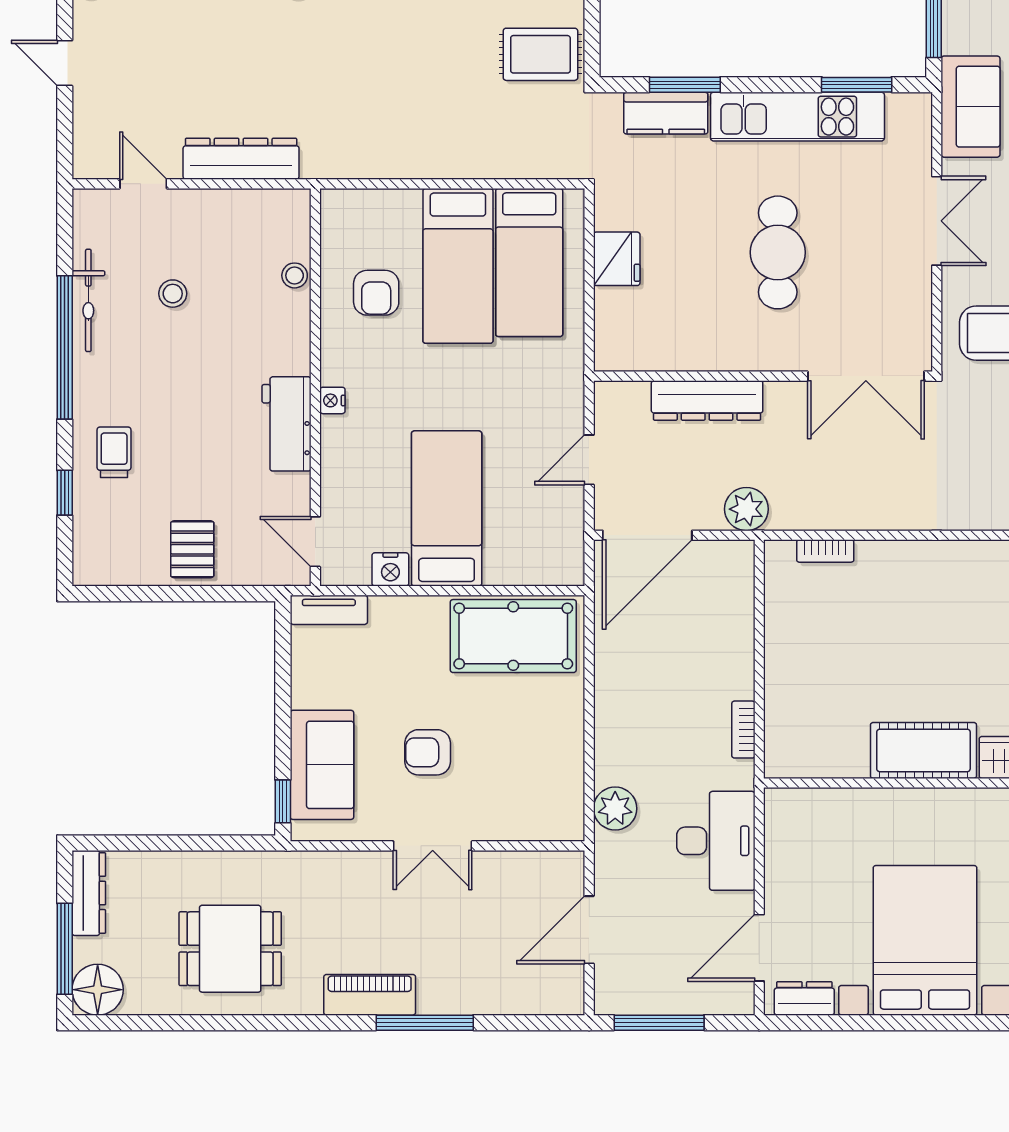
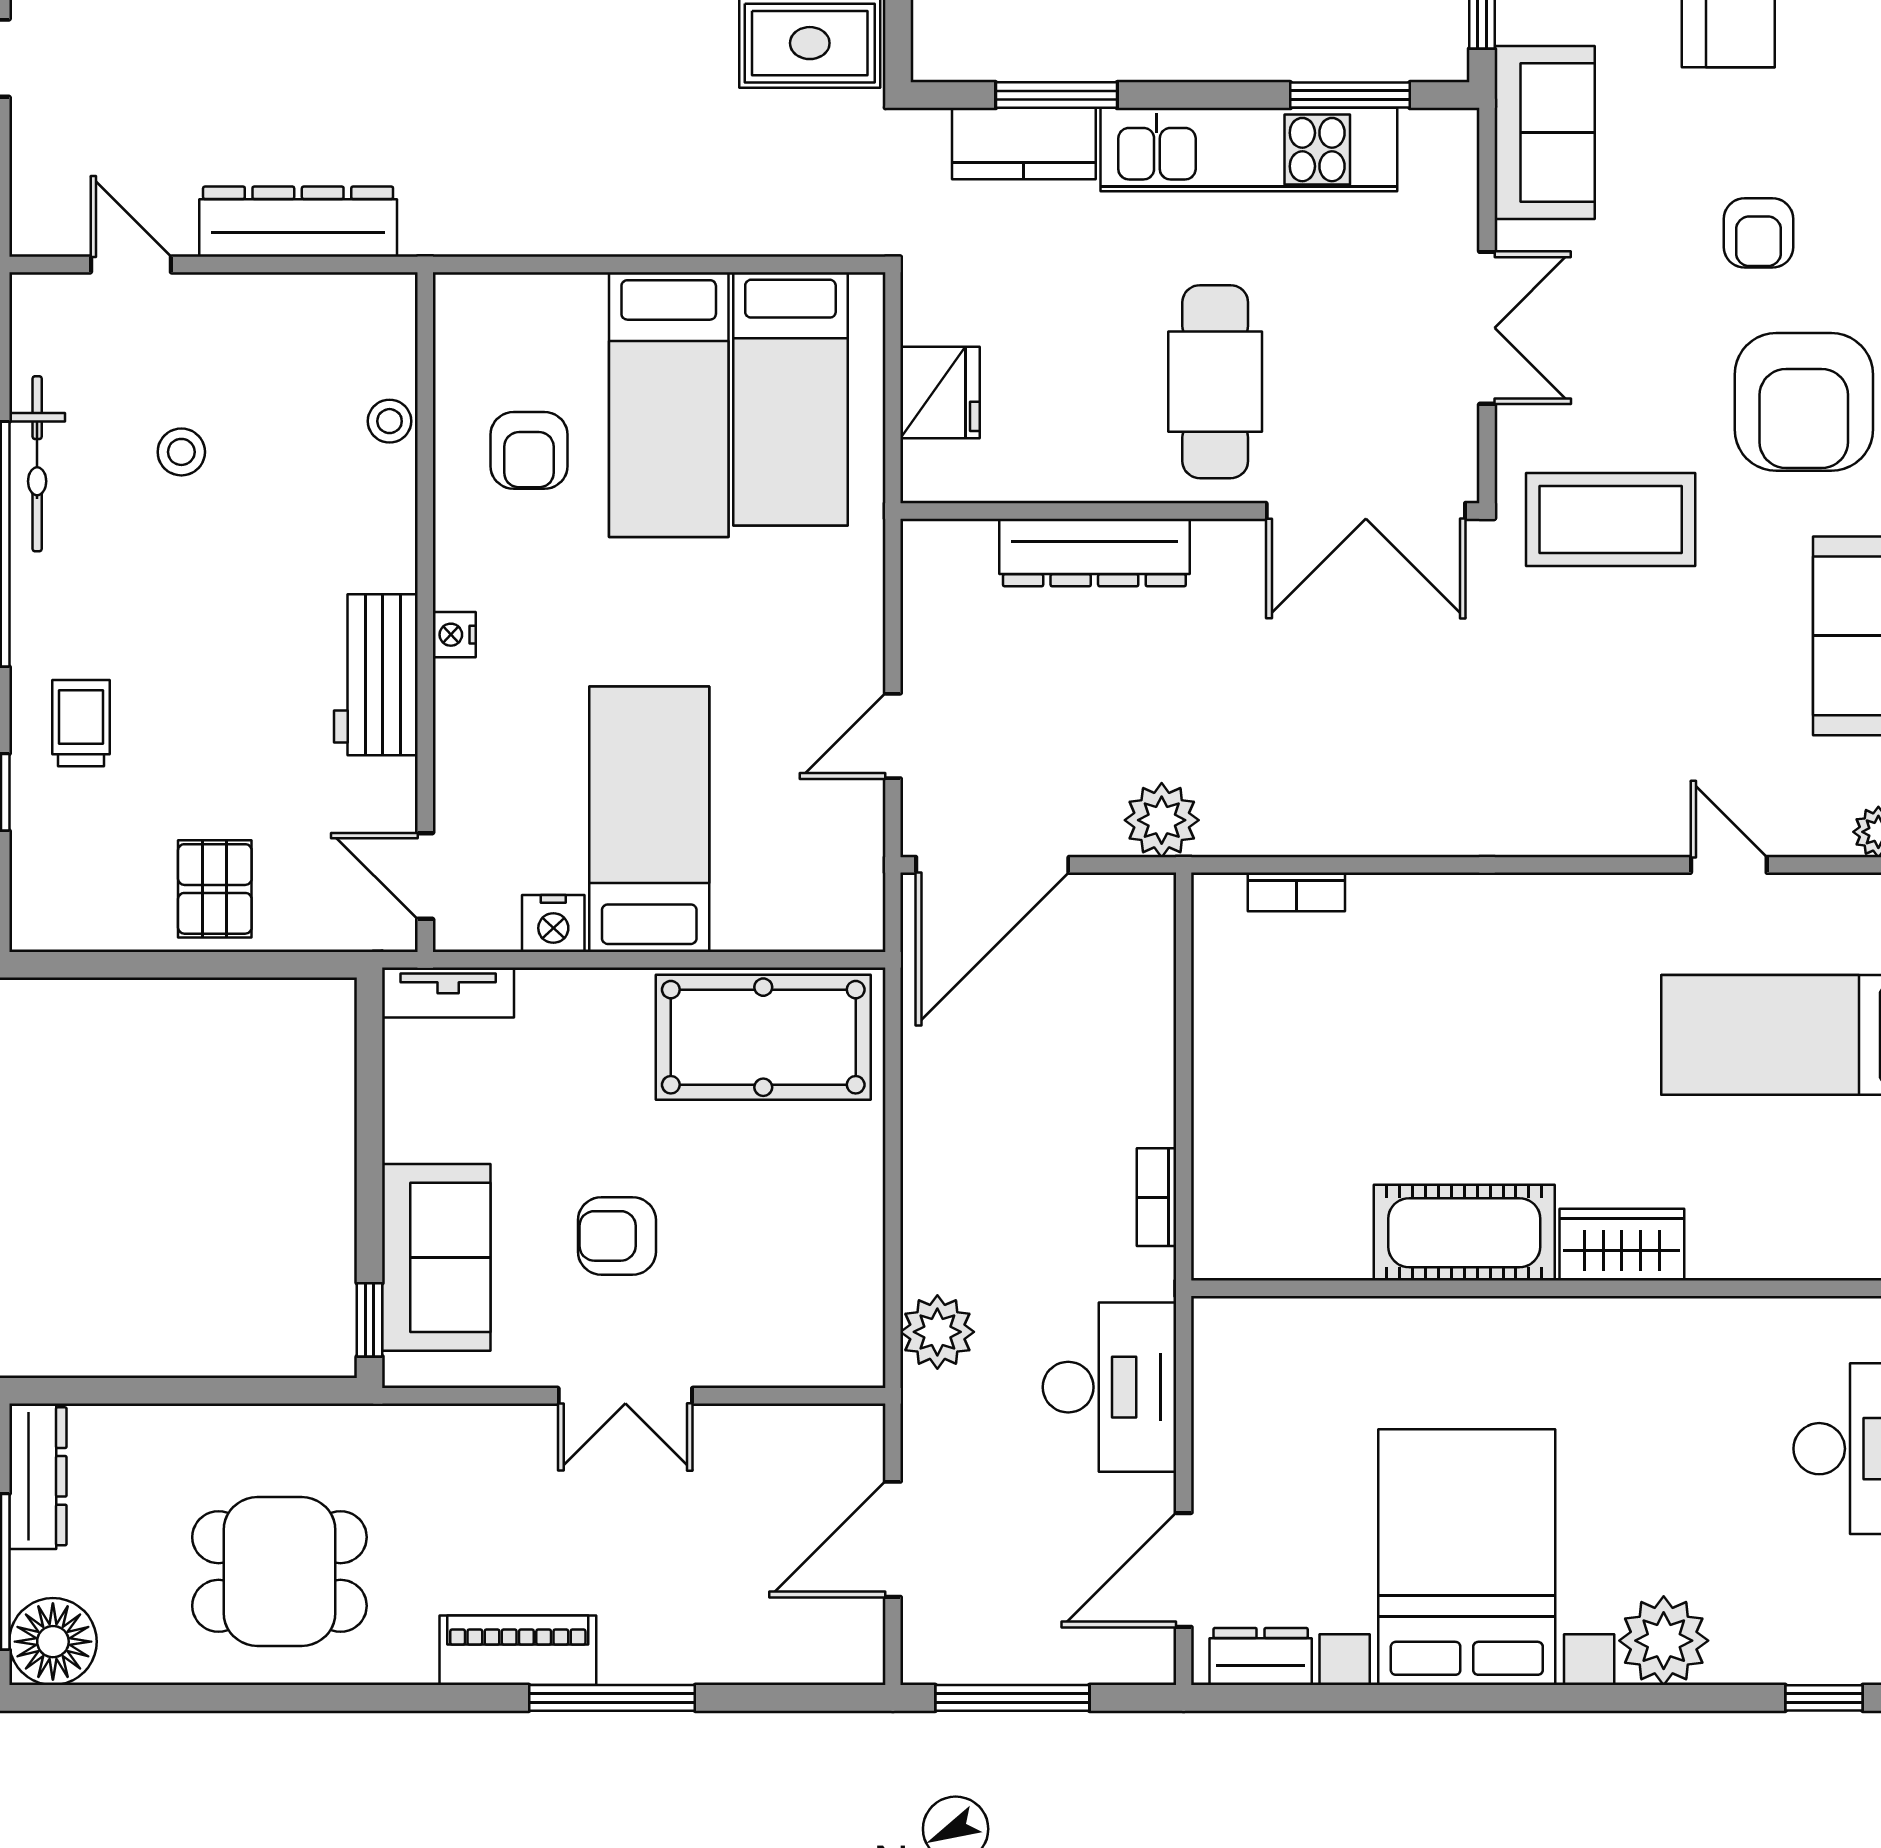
wall: (763, 376) -> (1190, 511), moved
double door: (866, 376) -> (1366, 511), moved
dresser: (707, 400) -> (1094, 552), moved

